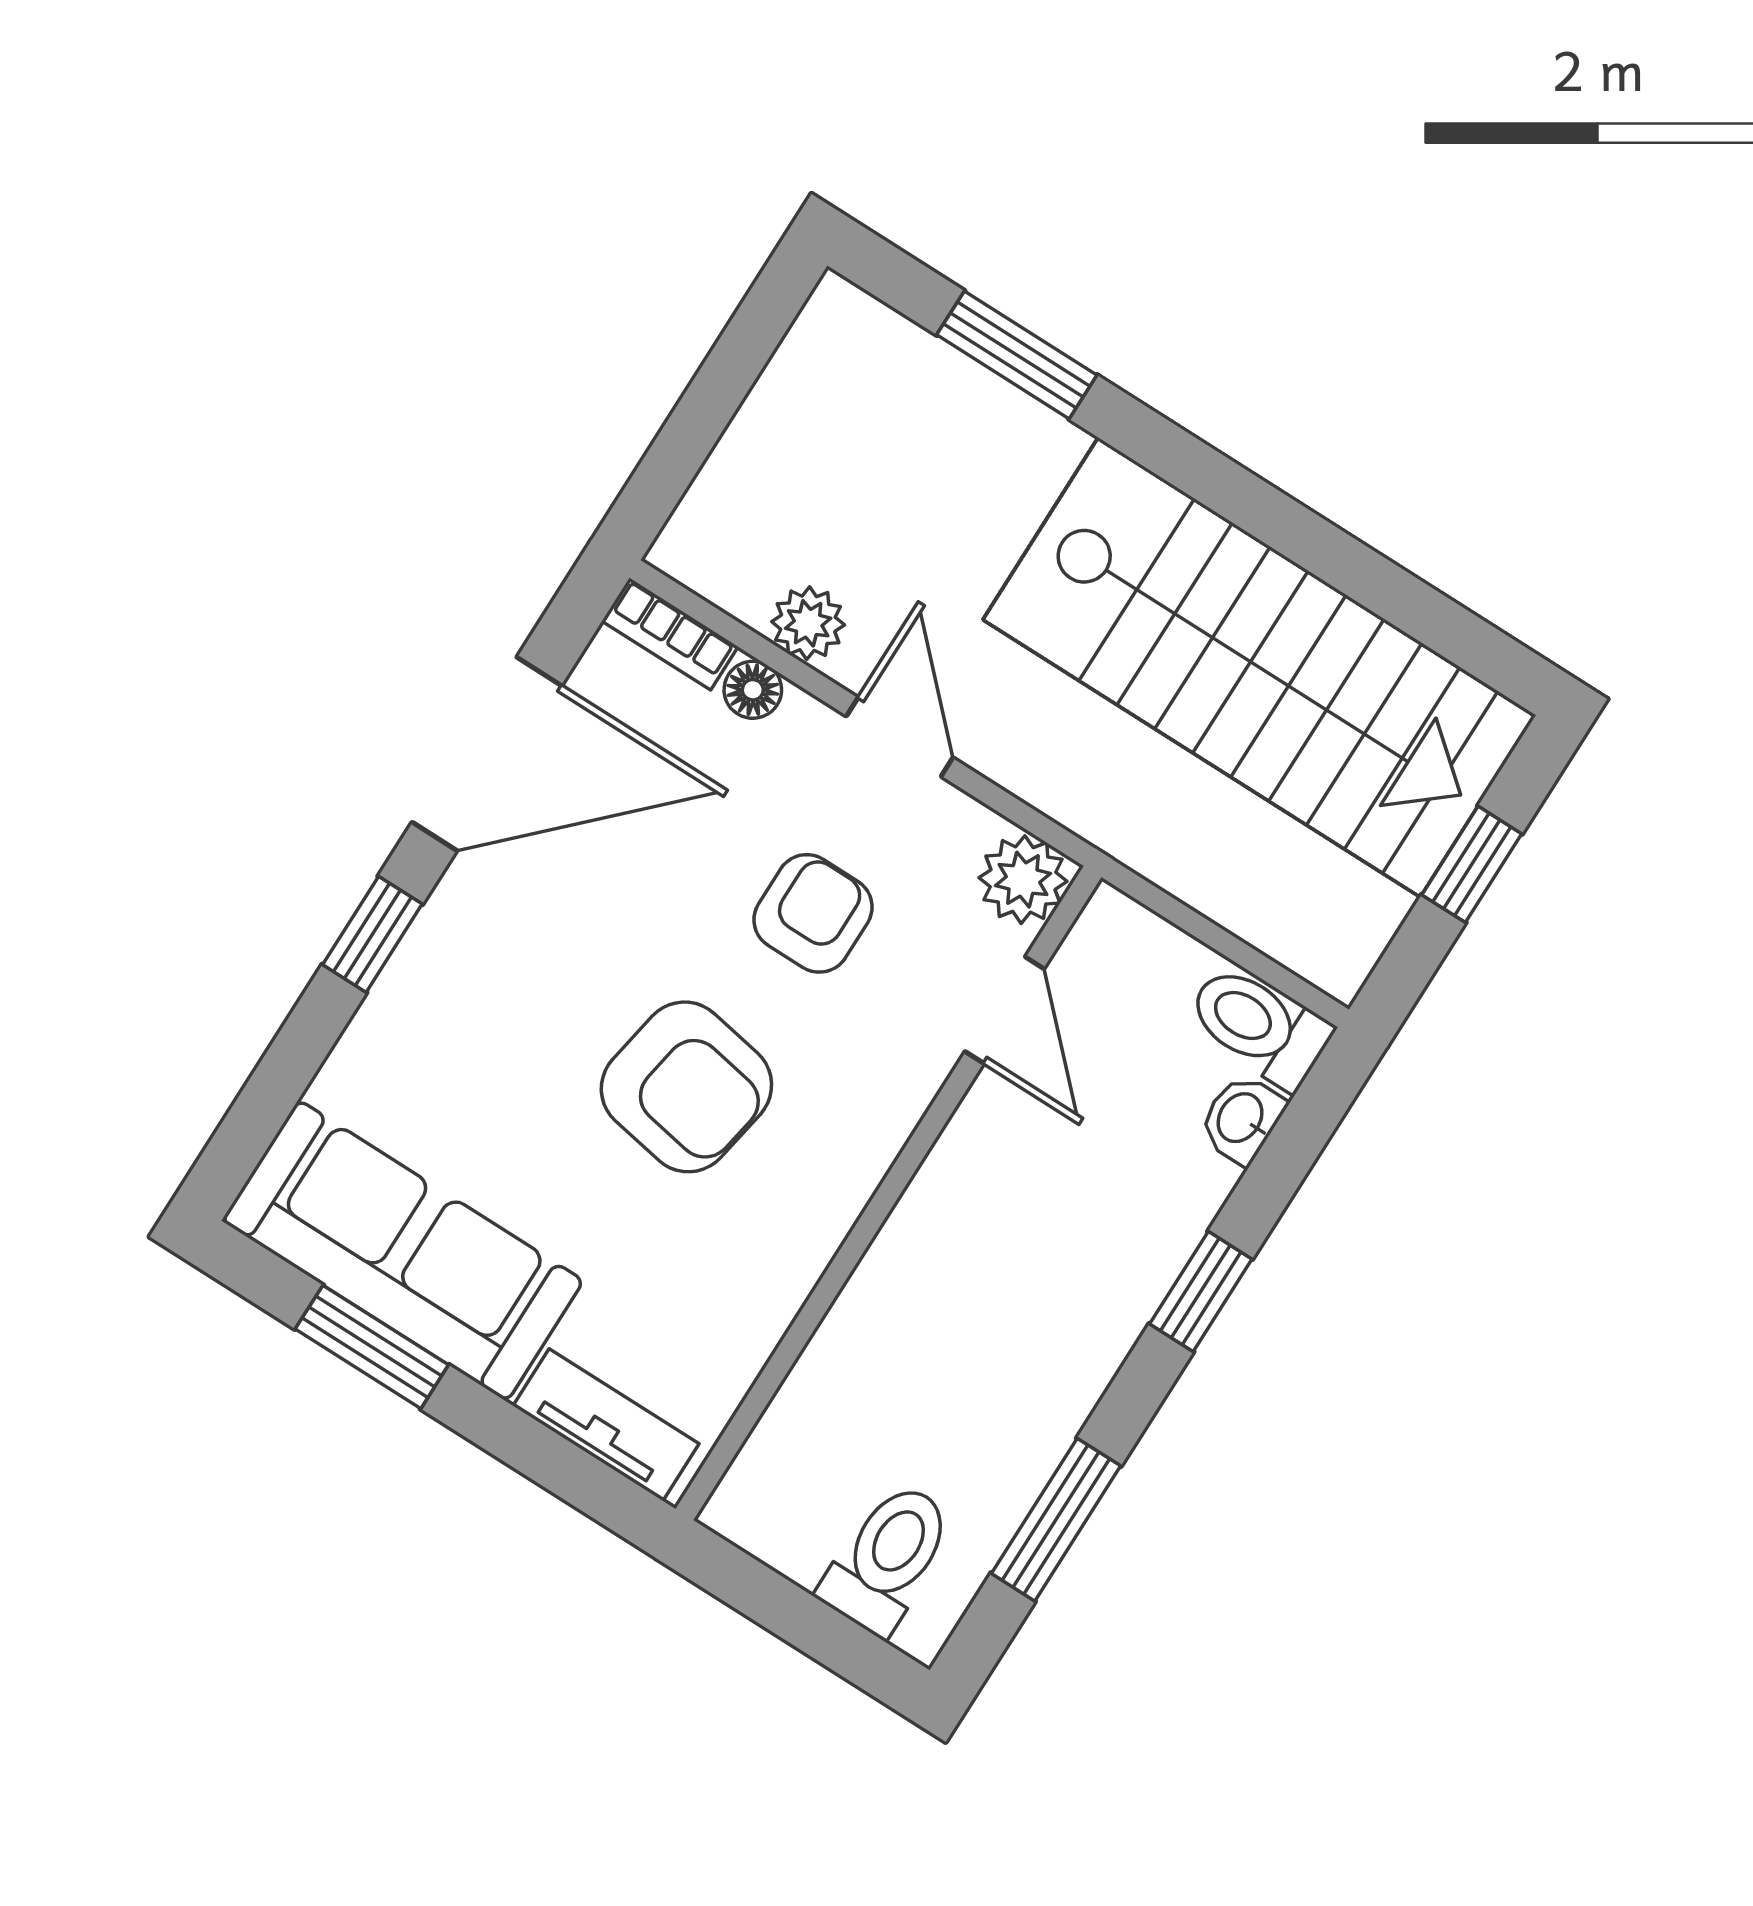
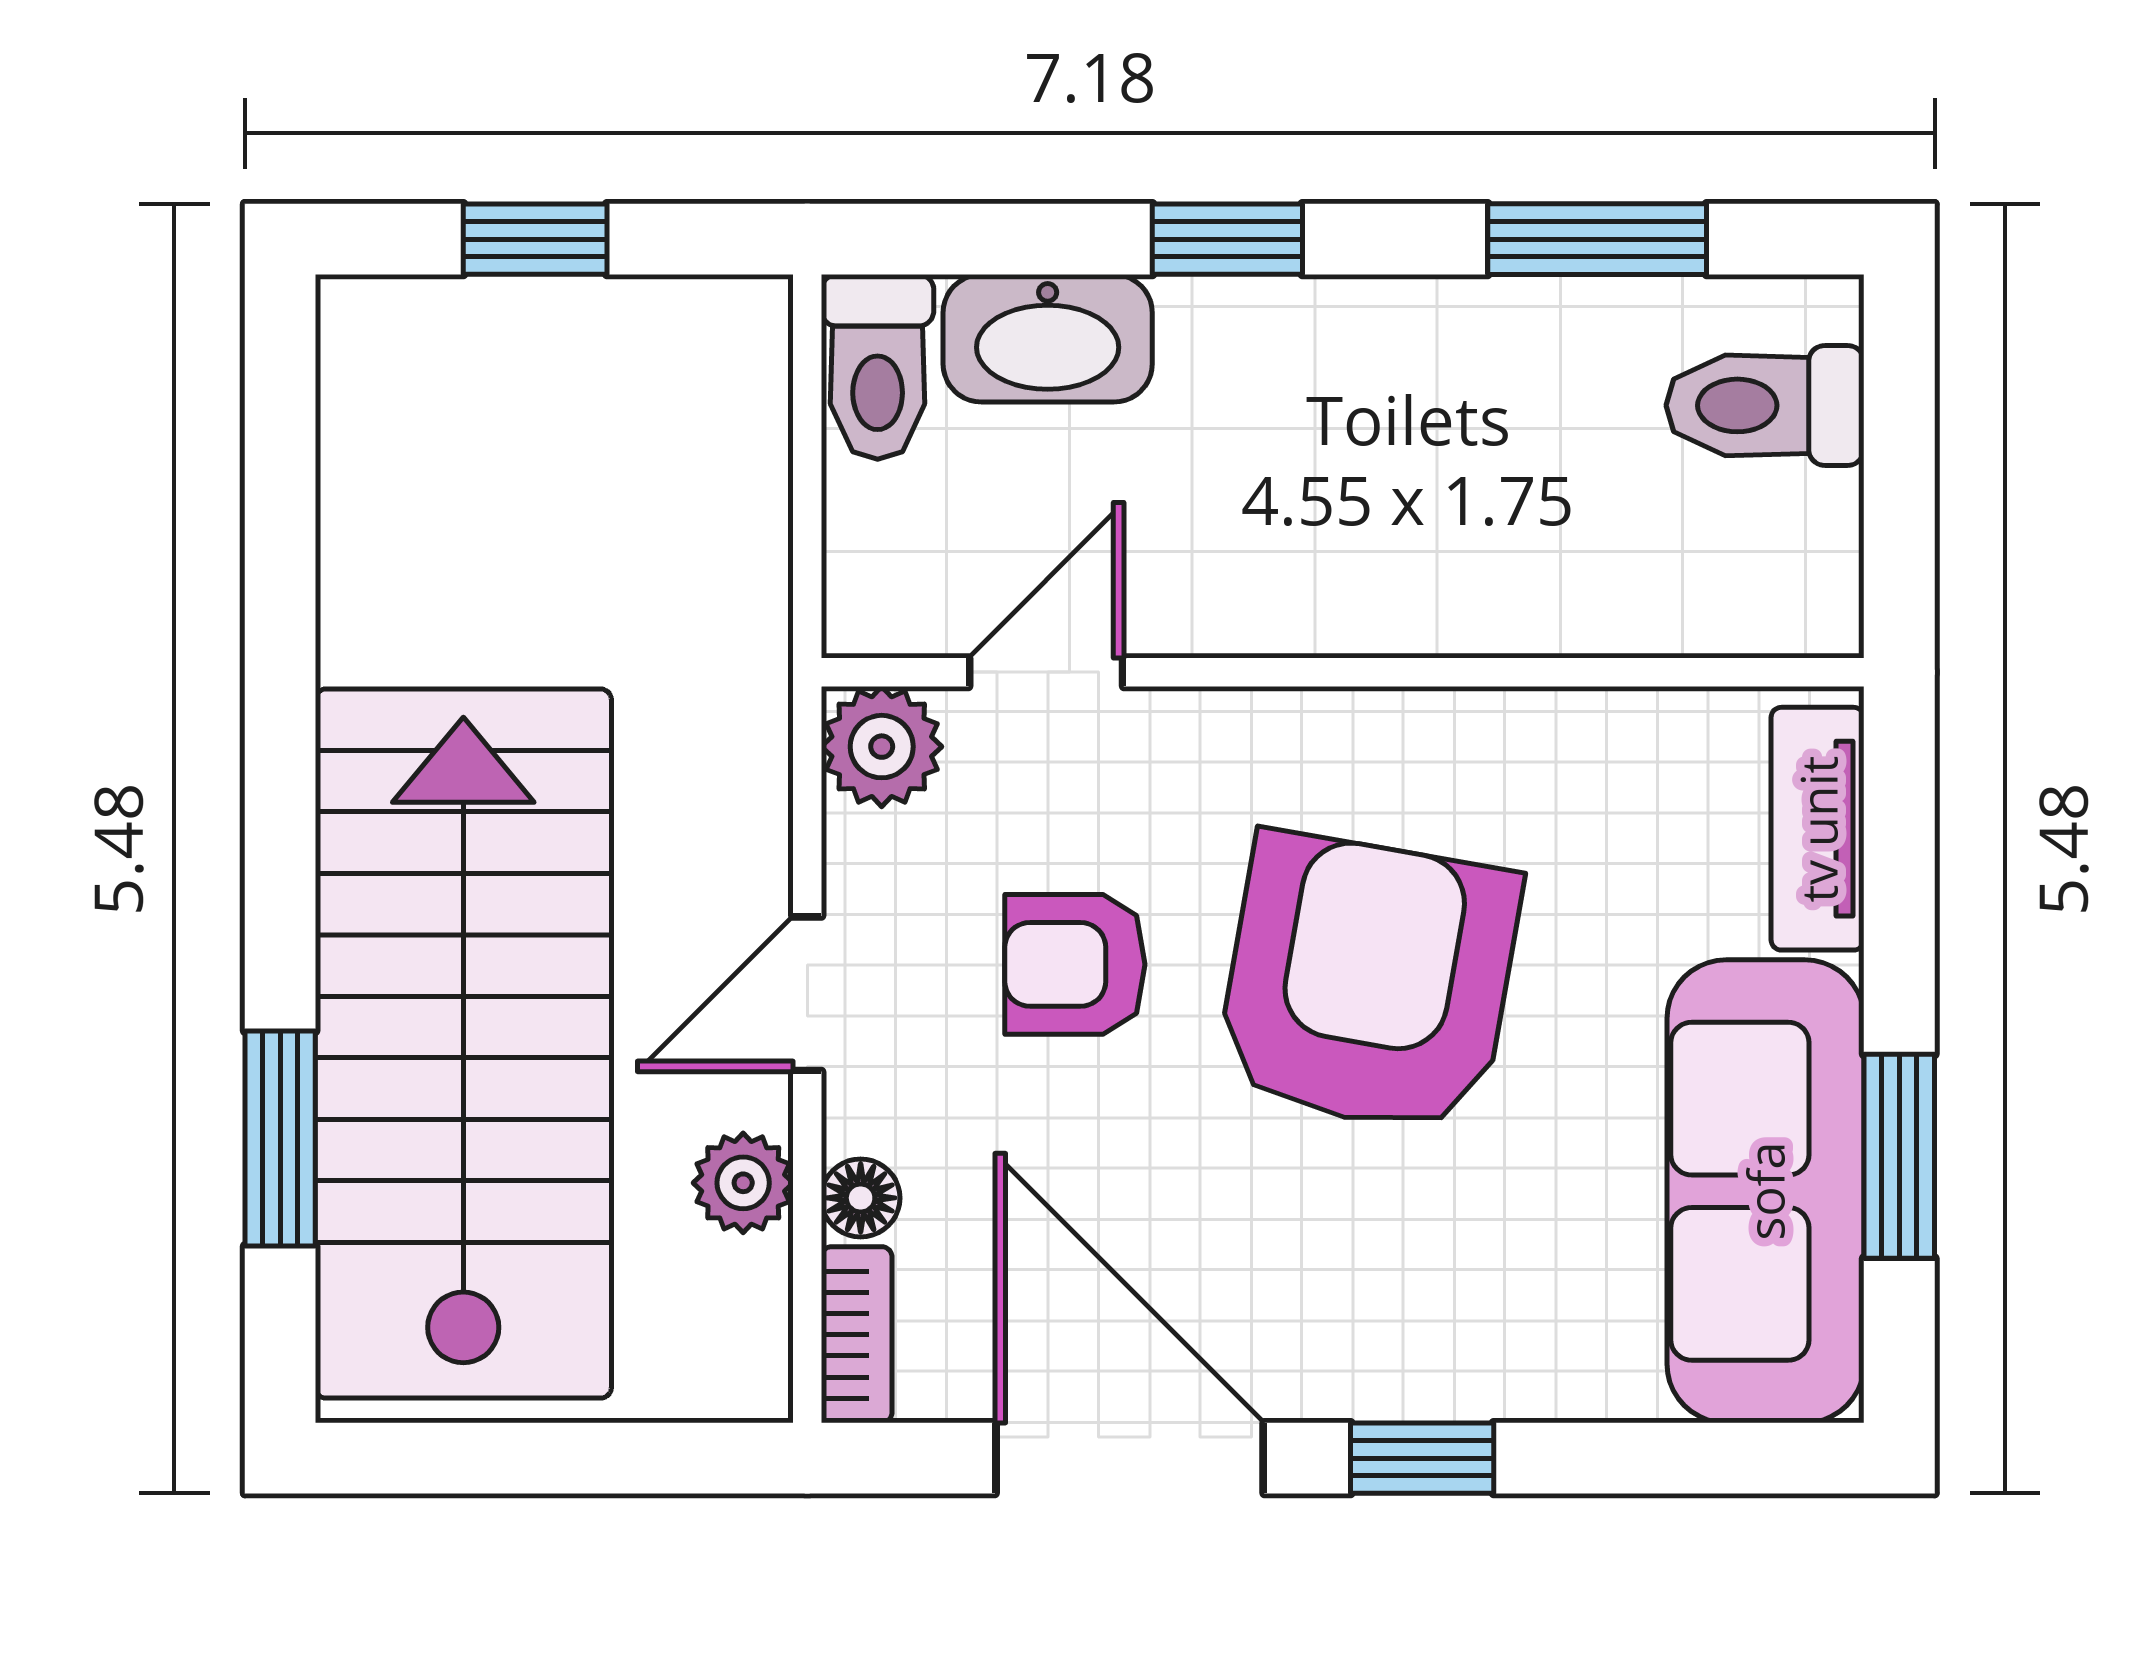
stairs: (1259, 667) -> (463, 1044), moved
armchair: (686, 1087) -> (1368, 983), width x1.36, depth x1.36
washbasin: (1242, 1119) -> (1048, 338), width x1.91, depth x1.45

